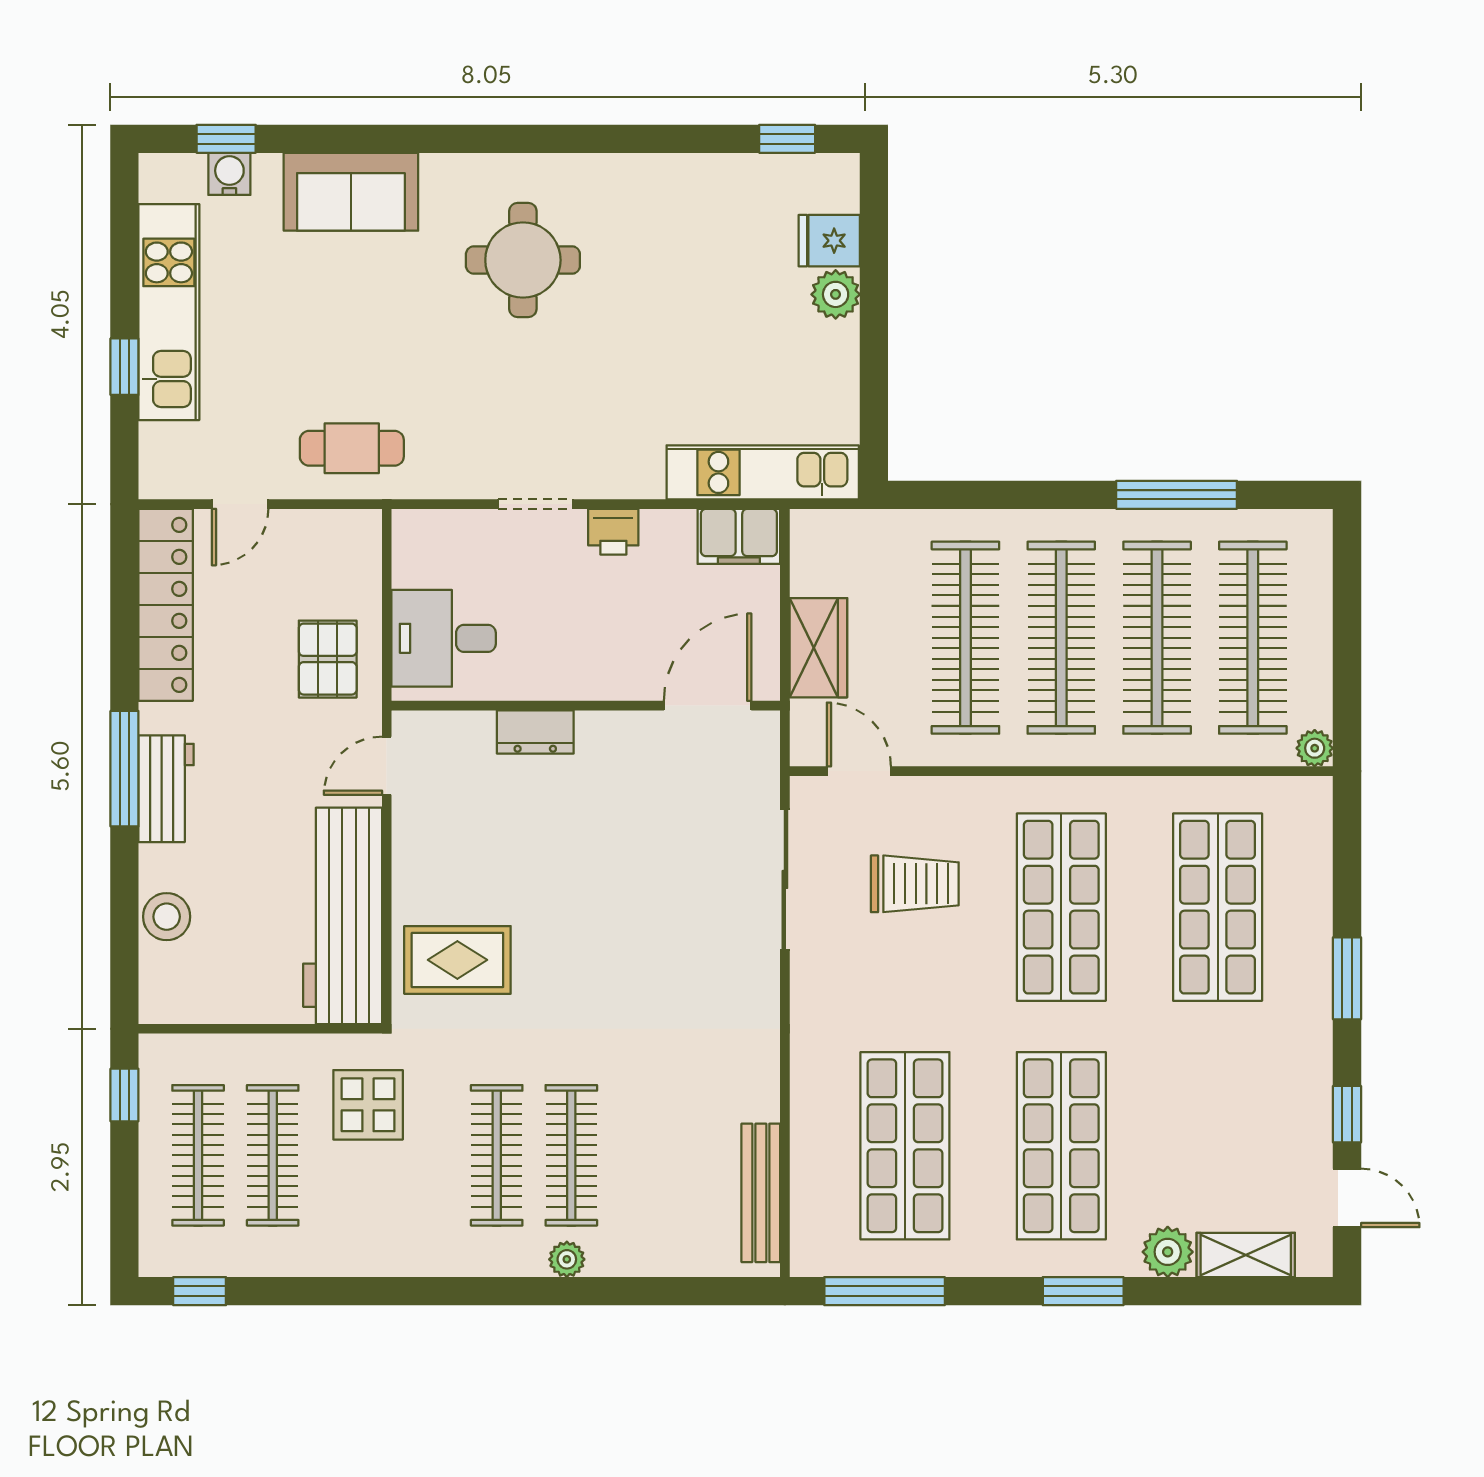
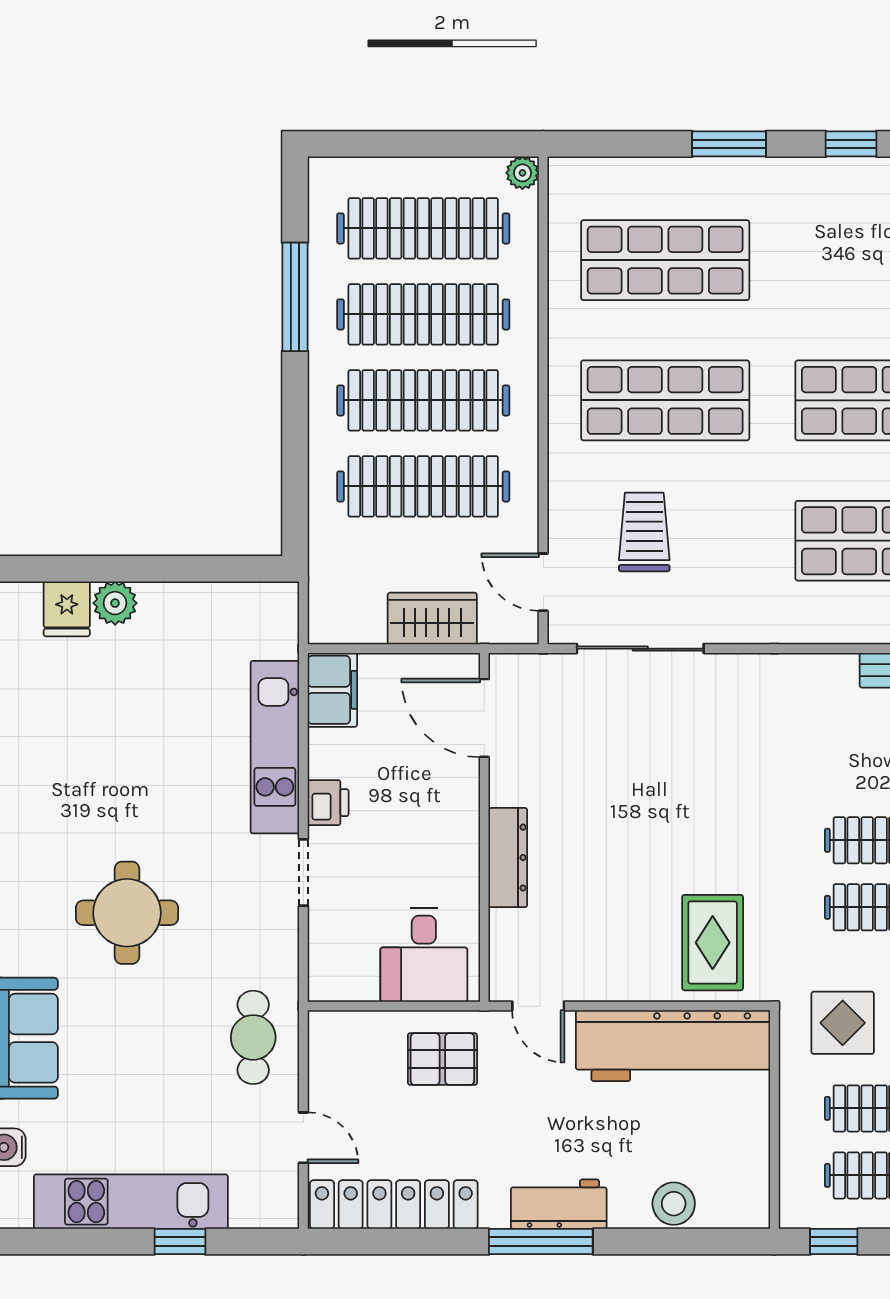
round table: (523, 260) -> (127, 913), moved
kitchen unit: (763, 472) -> (275, 747), moved
dresser: (535, 732) -> (508, 858), width x1.44
door: (859, 771) -> (543, 582), hinge flipped

